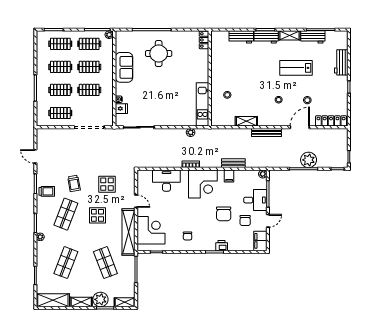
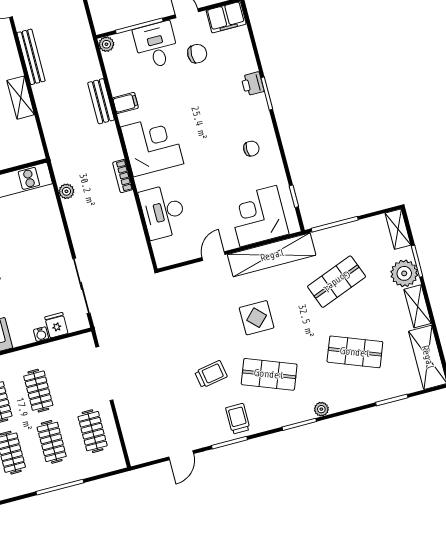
display table: (107, 184) -> (197, 315), removed
chair: (224, 214) -> (195, 95), removed

